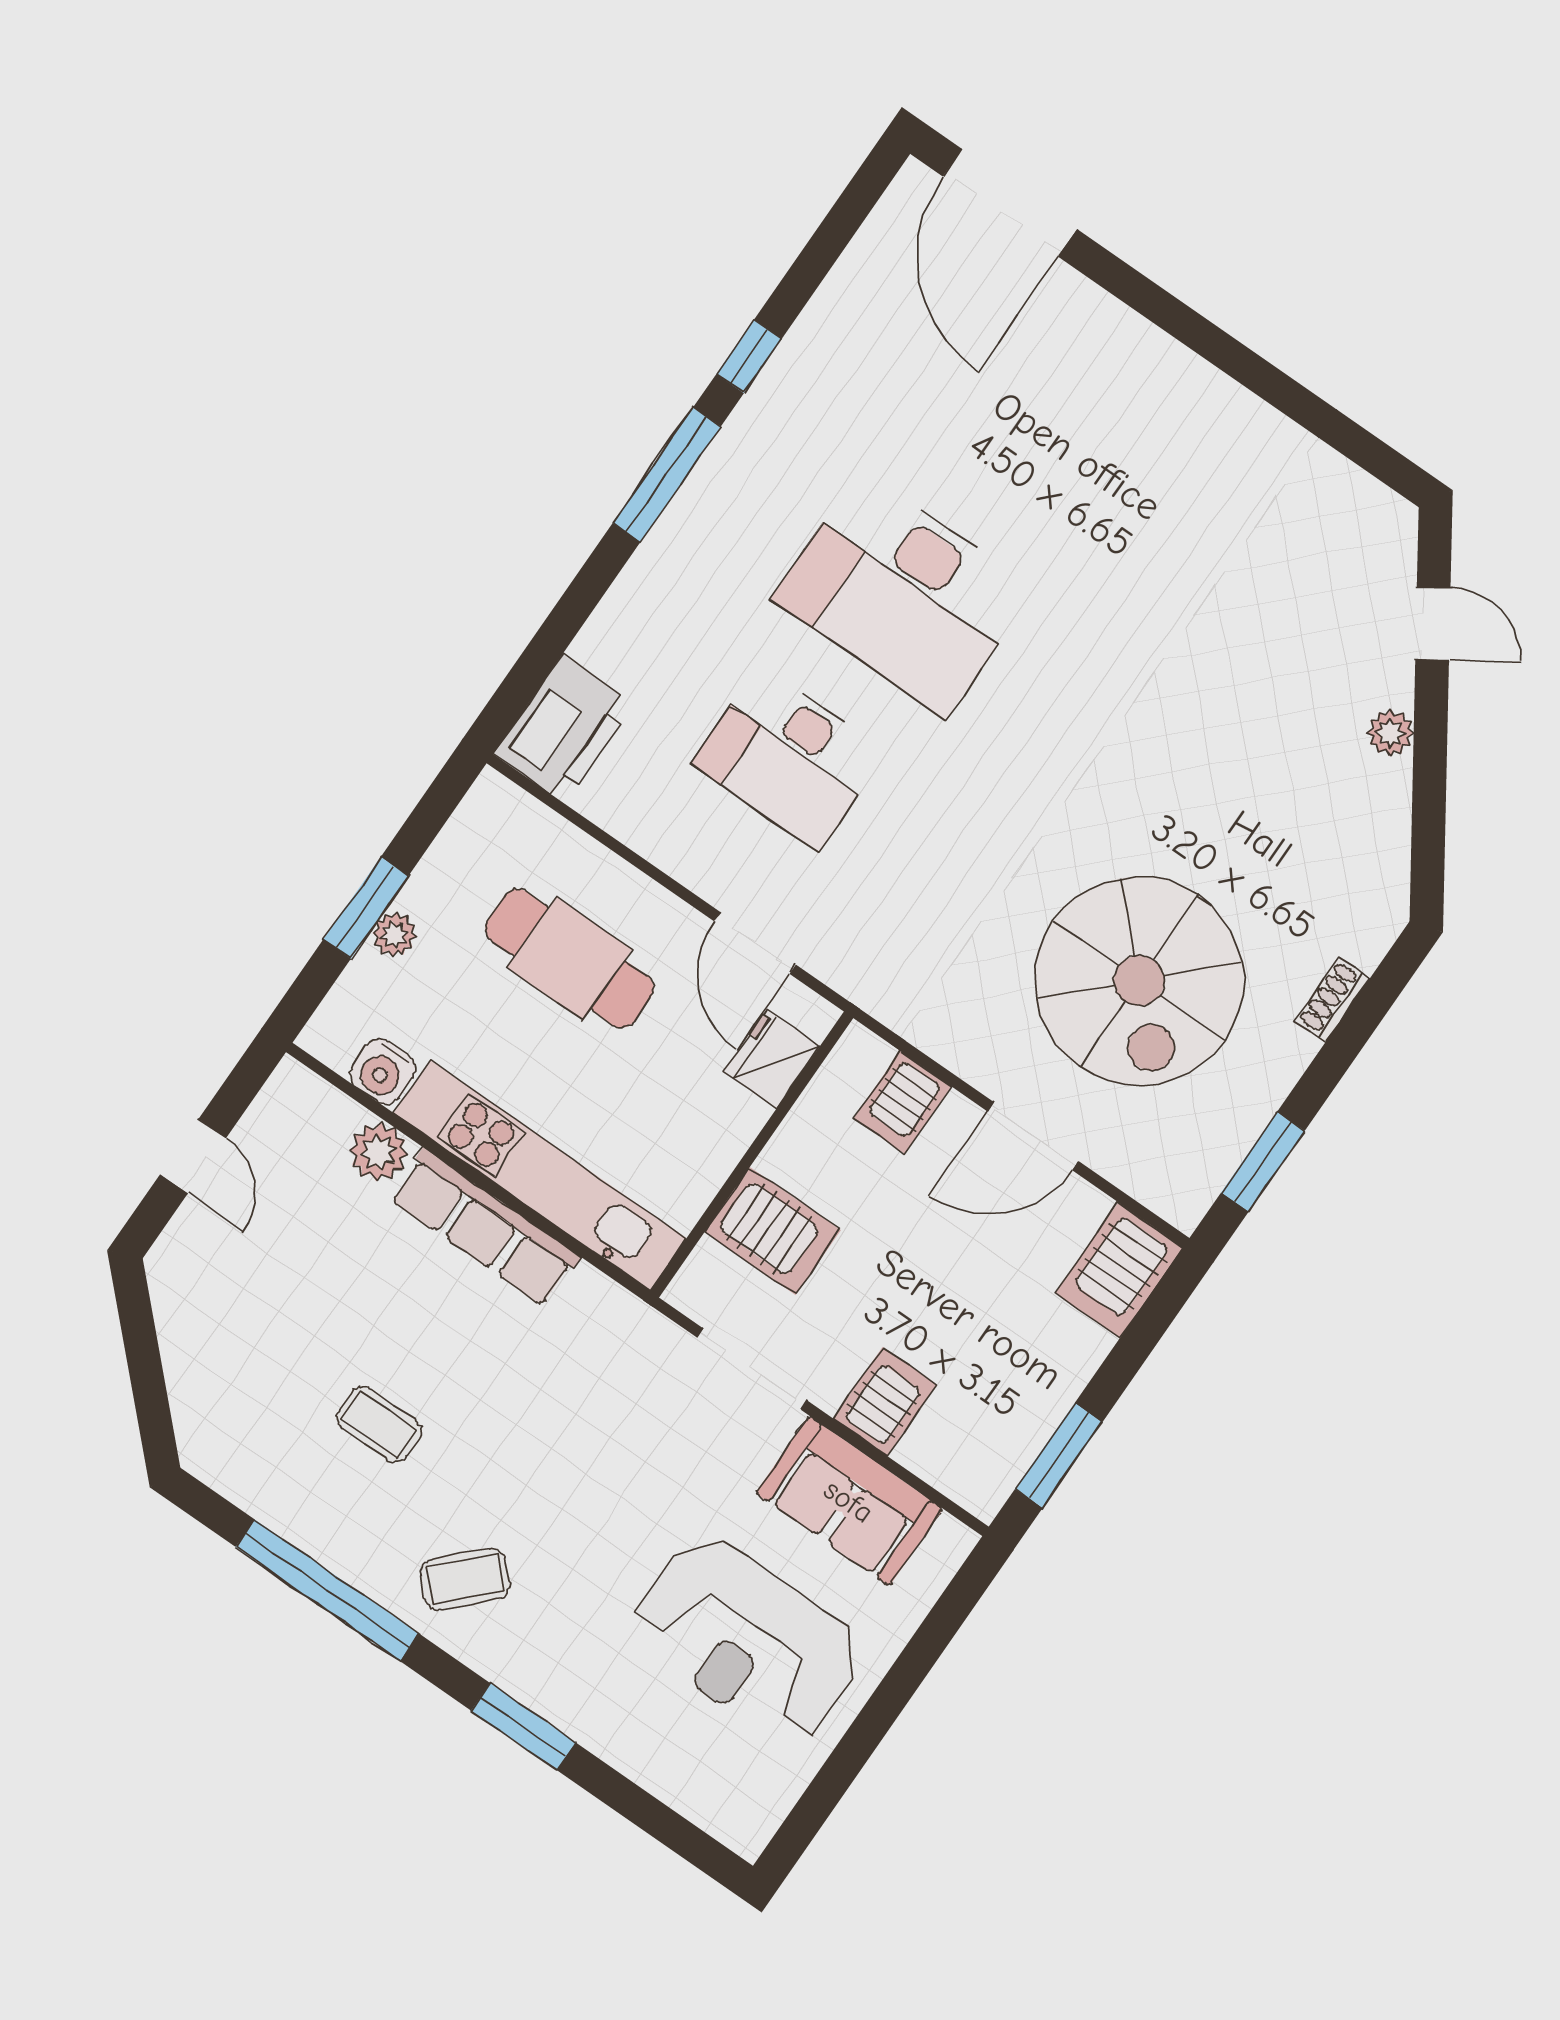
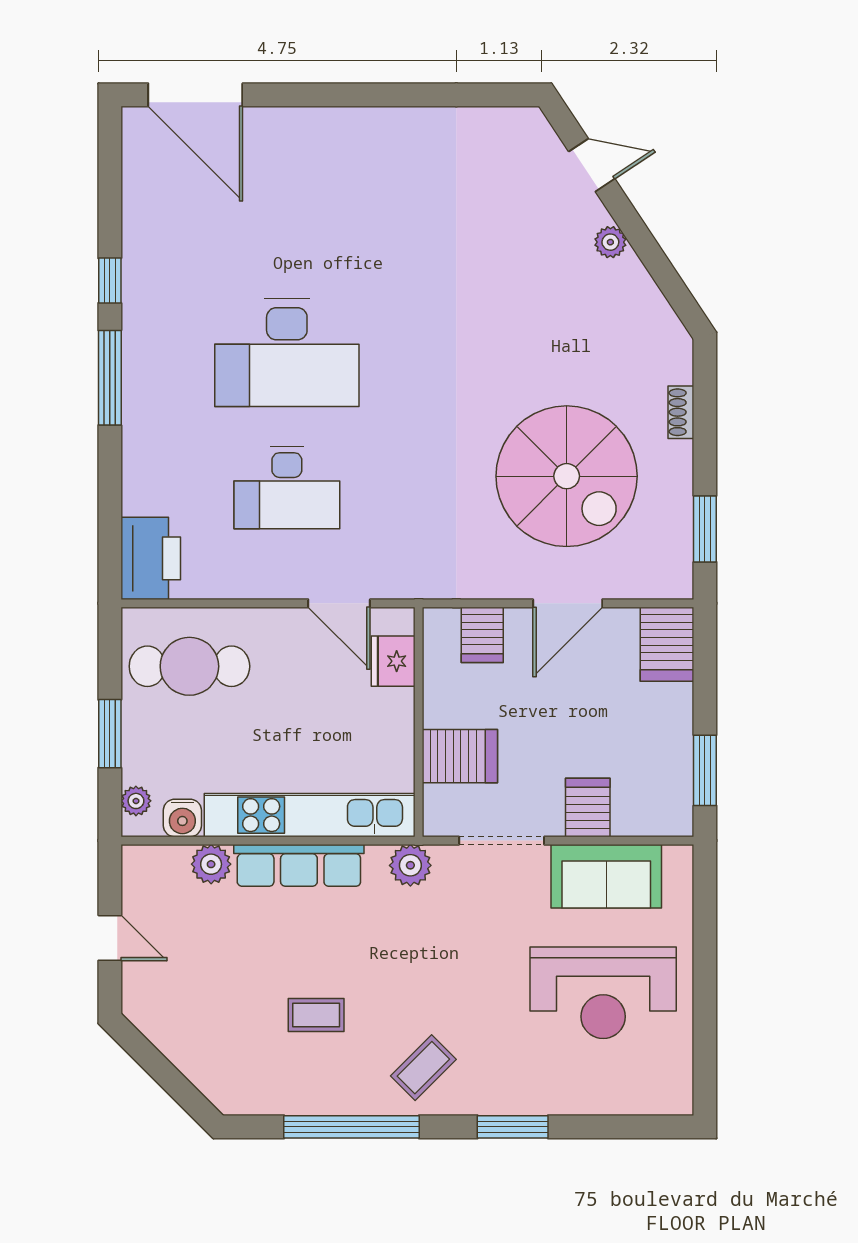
plant: (394, 935) -> (136, 801), moved
cafe table: (569, 958) -> (189, 666), moved
plant: (620, 1322) -> (410, 865), added

